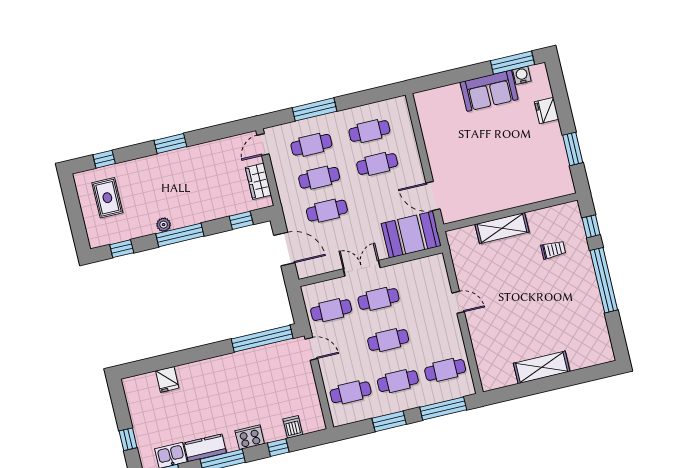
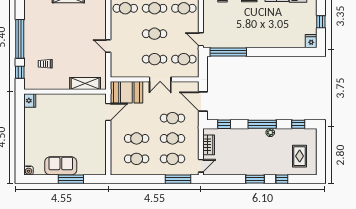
window: (512, 63) -> (71, 179), moved
water cooler: (522, 75) -> (29, 170), moved
window: (315, 109) -> (178, 179), moved
fridge: (547, 110) -> (30, 101), moved
window: (573, 149) -> (20, 120), removed
window: (104, 159) -> (282, 179), moved
door: (433, 196) -> (108, 112), hinge flipped
shelving: (502, 228) -> (85, 84), moved
fridge: (167, 379) -> (311, 41), moved
window: (128, 439) -> (321, 22), moved

